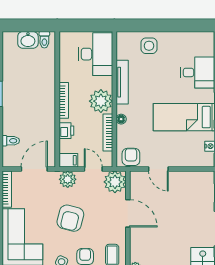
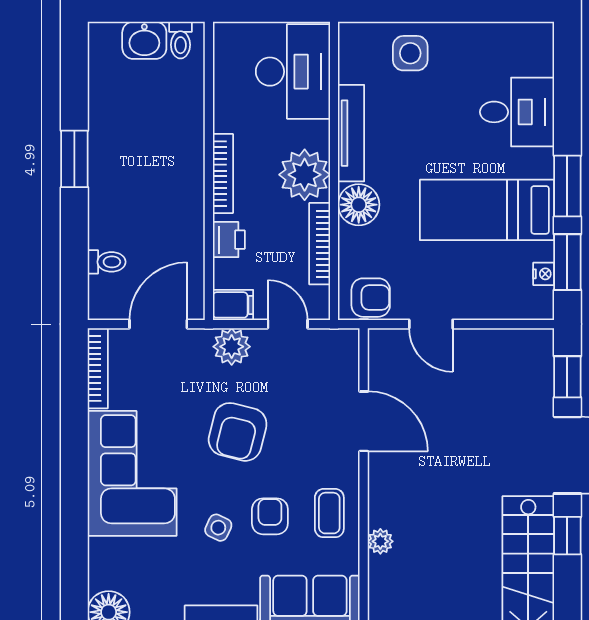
floor lamp: (121, 119) -> (359, 205), width x1.89, depth x1.89
armchair: (131, 157) -> (371, 298), turned 90
plant: (115, 182) -> (335, 352), removed

